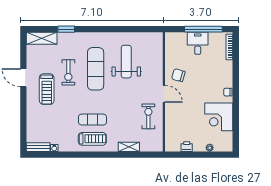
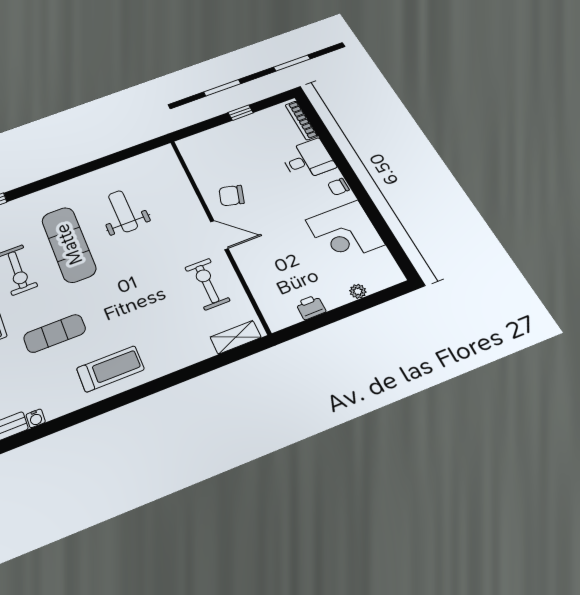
window: (203, 29) -> (241, 113), width x0.32
desk: (198, 43) -> (308, 160), moved, turned 90
weight bench: (126, 62) -> (123, 211), width x0.73, depth x0.75
exercise mat: (92, 120) -> (55, 333), moved
shelving: (129, 147) -> (236, 337), moved

